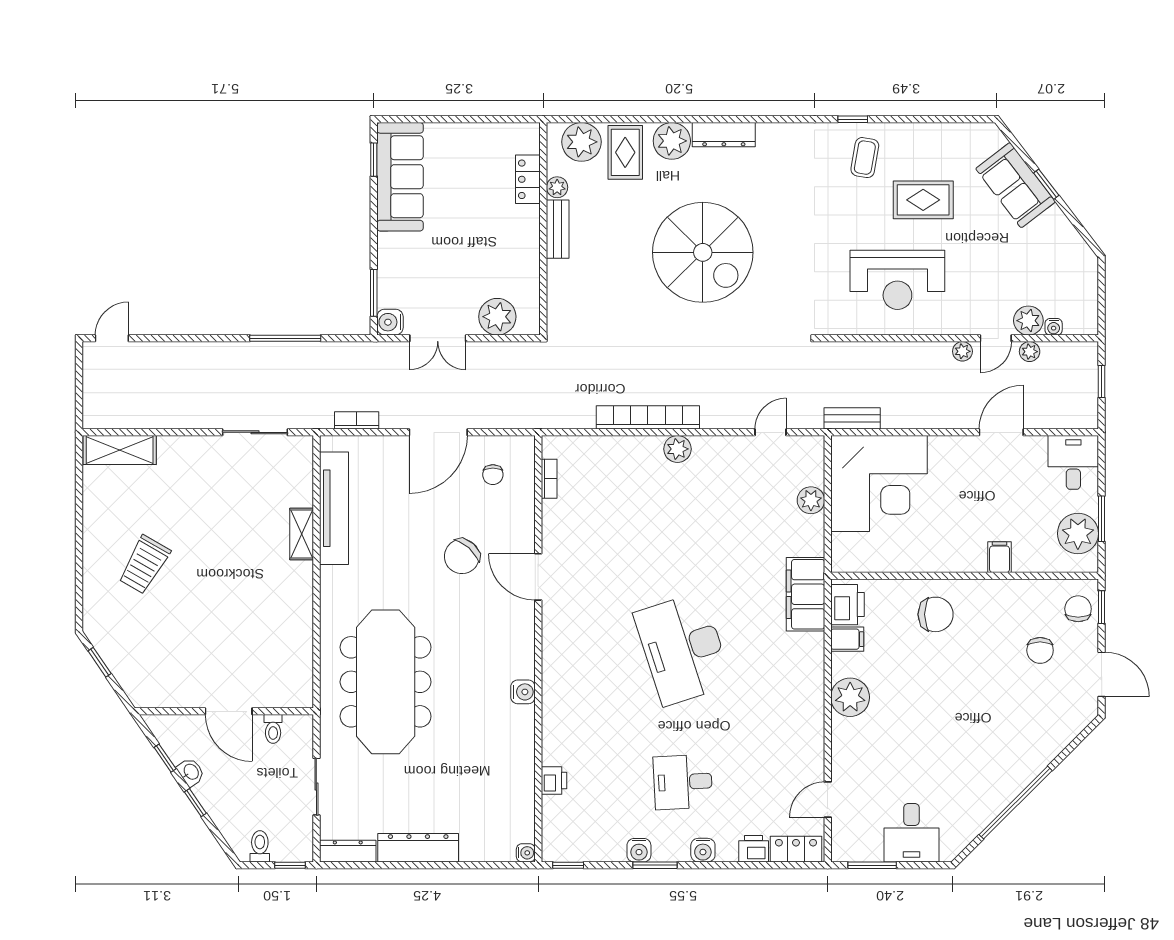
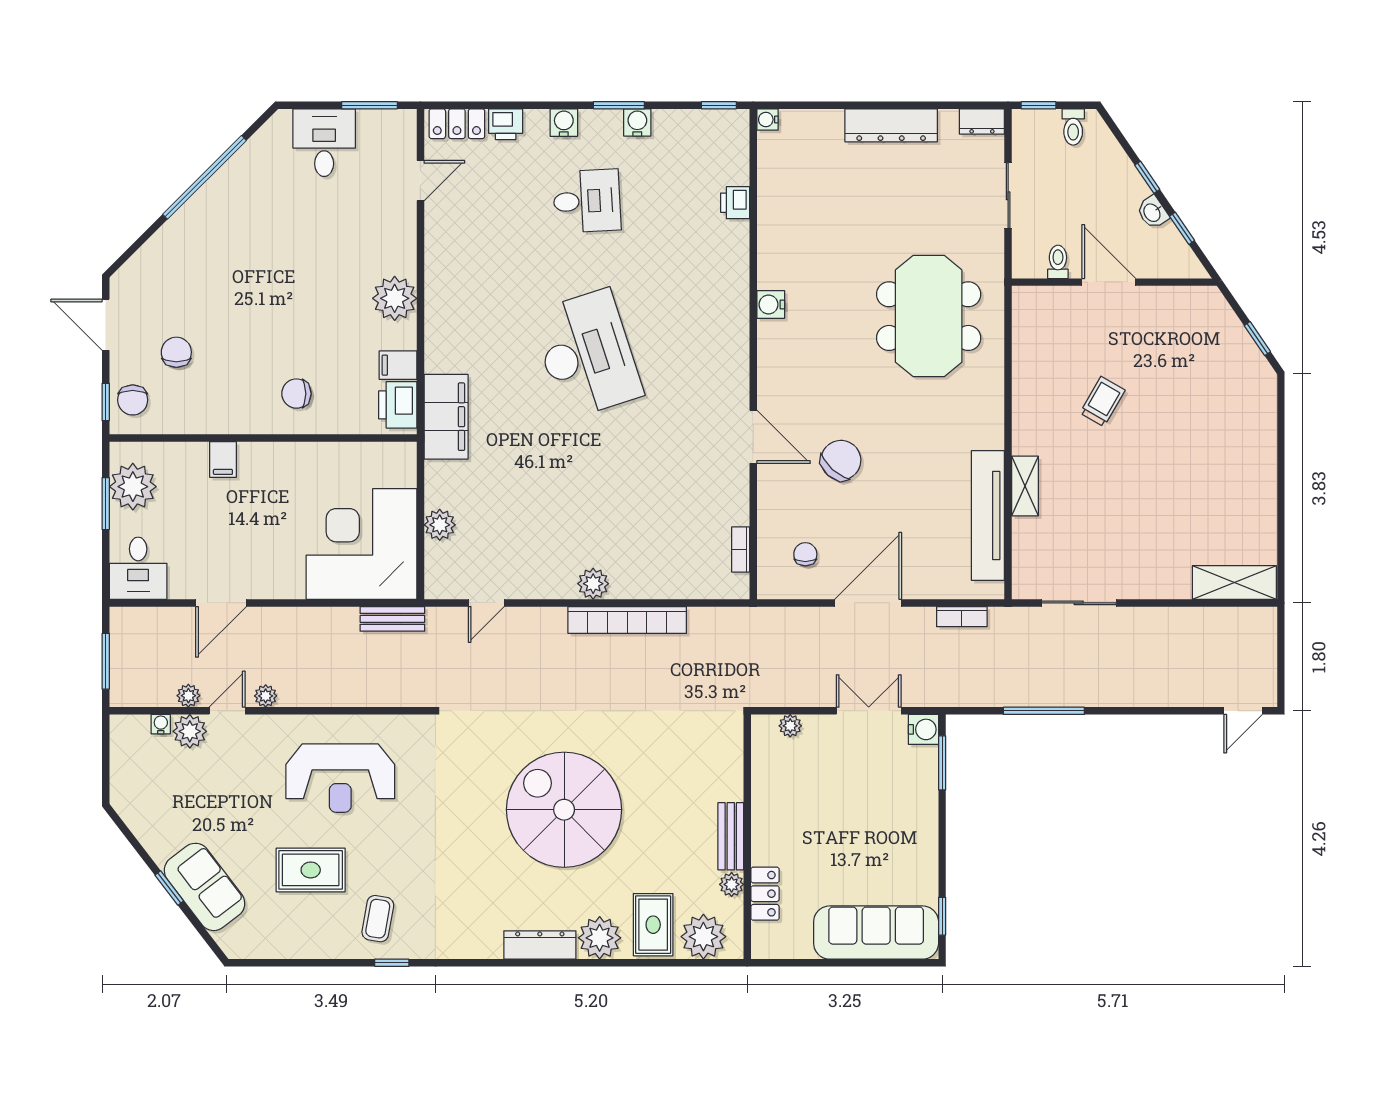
sofa: (400, 177) -> (876, 933), moved, turned 90
reception desk: (897, 280) -> (340, 778), turned 180
plant: (497, 317) -> (790, 726), width x0.53, depth x0.53
window: (1102, 382) -> (106, 661), width x1.50
trolley: (144, 565) -> (1102, 402), moved, width x0.73, depth x0.72
chair: (936, 614) -> (296, 394), width x0.73, depth x0.73
meeting table: (386, 682) -> (929, 316), width x0.73
dresser: (348, 851) -> (982, 122), width x0.70

